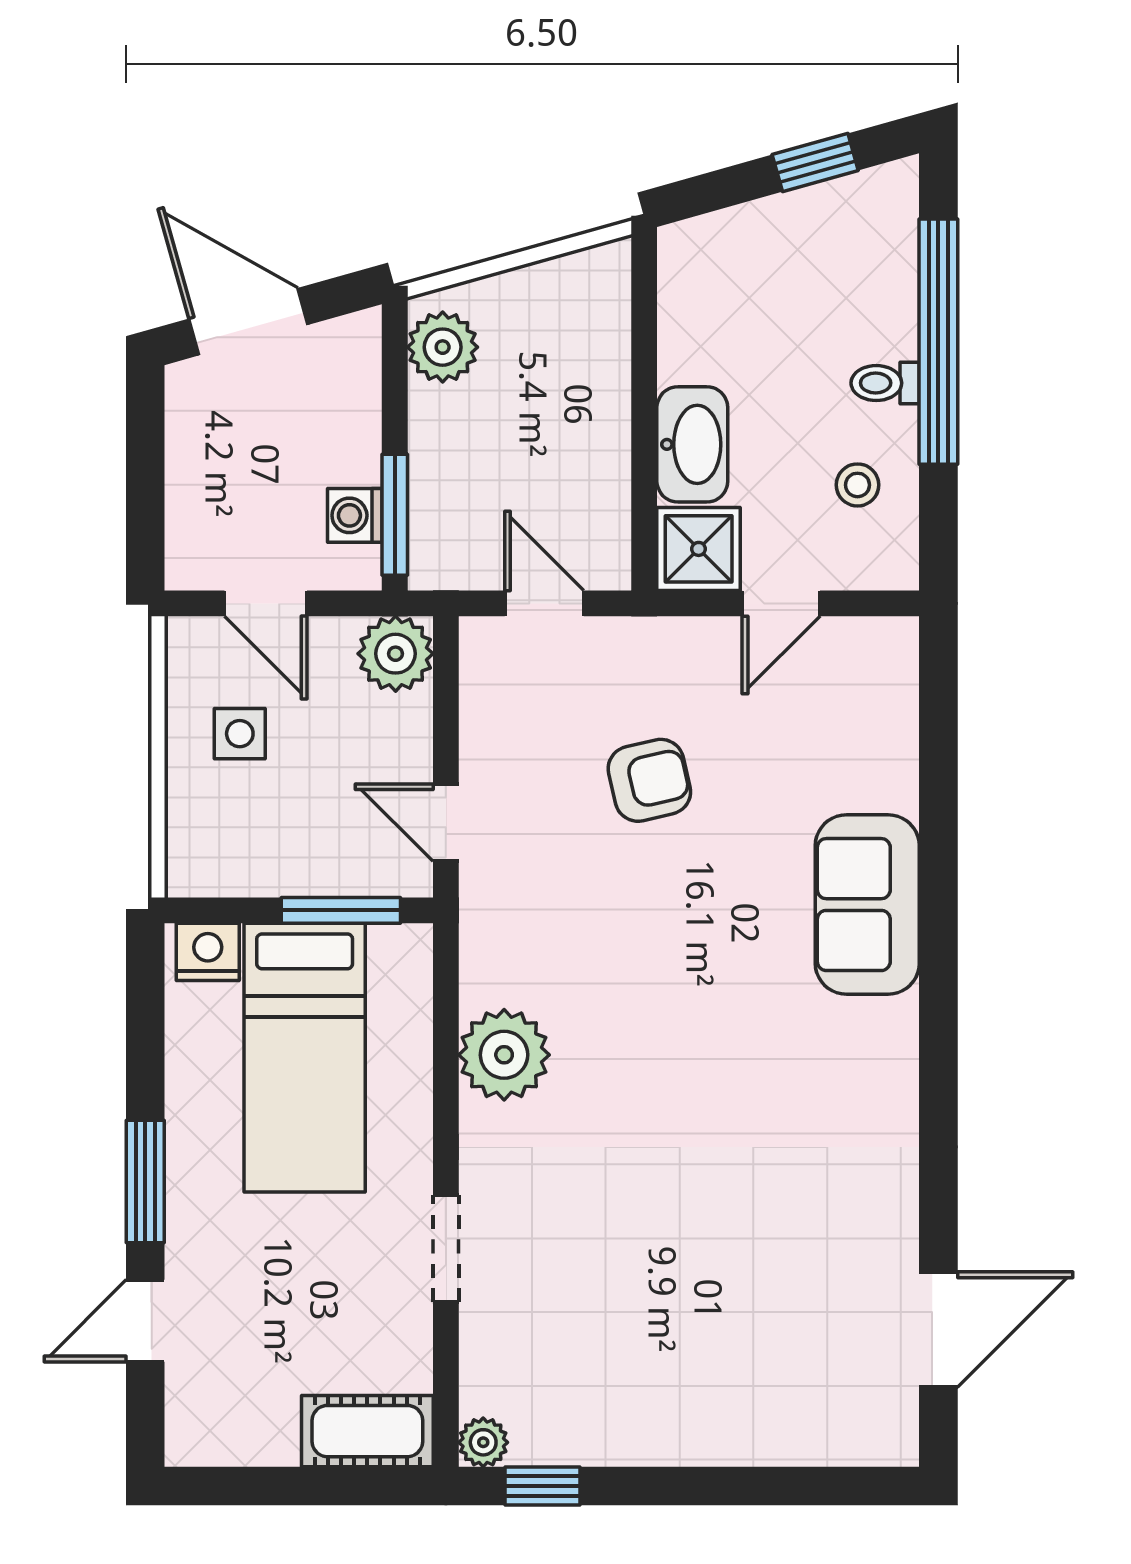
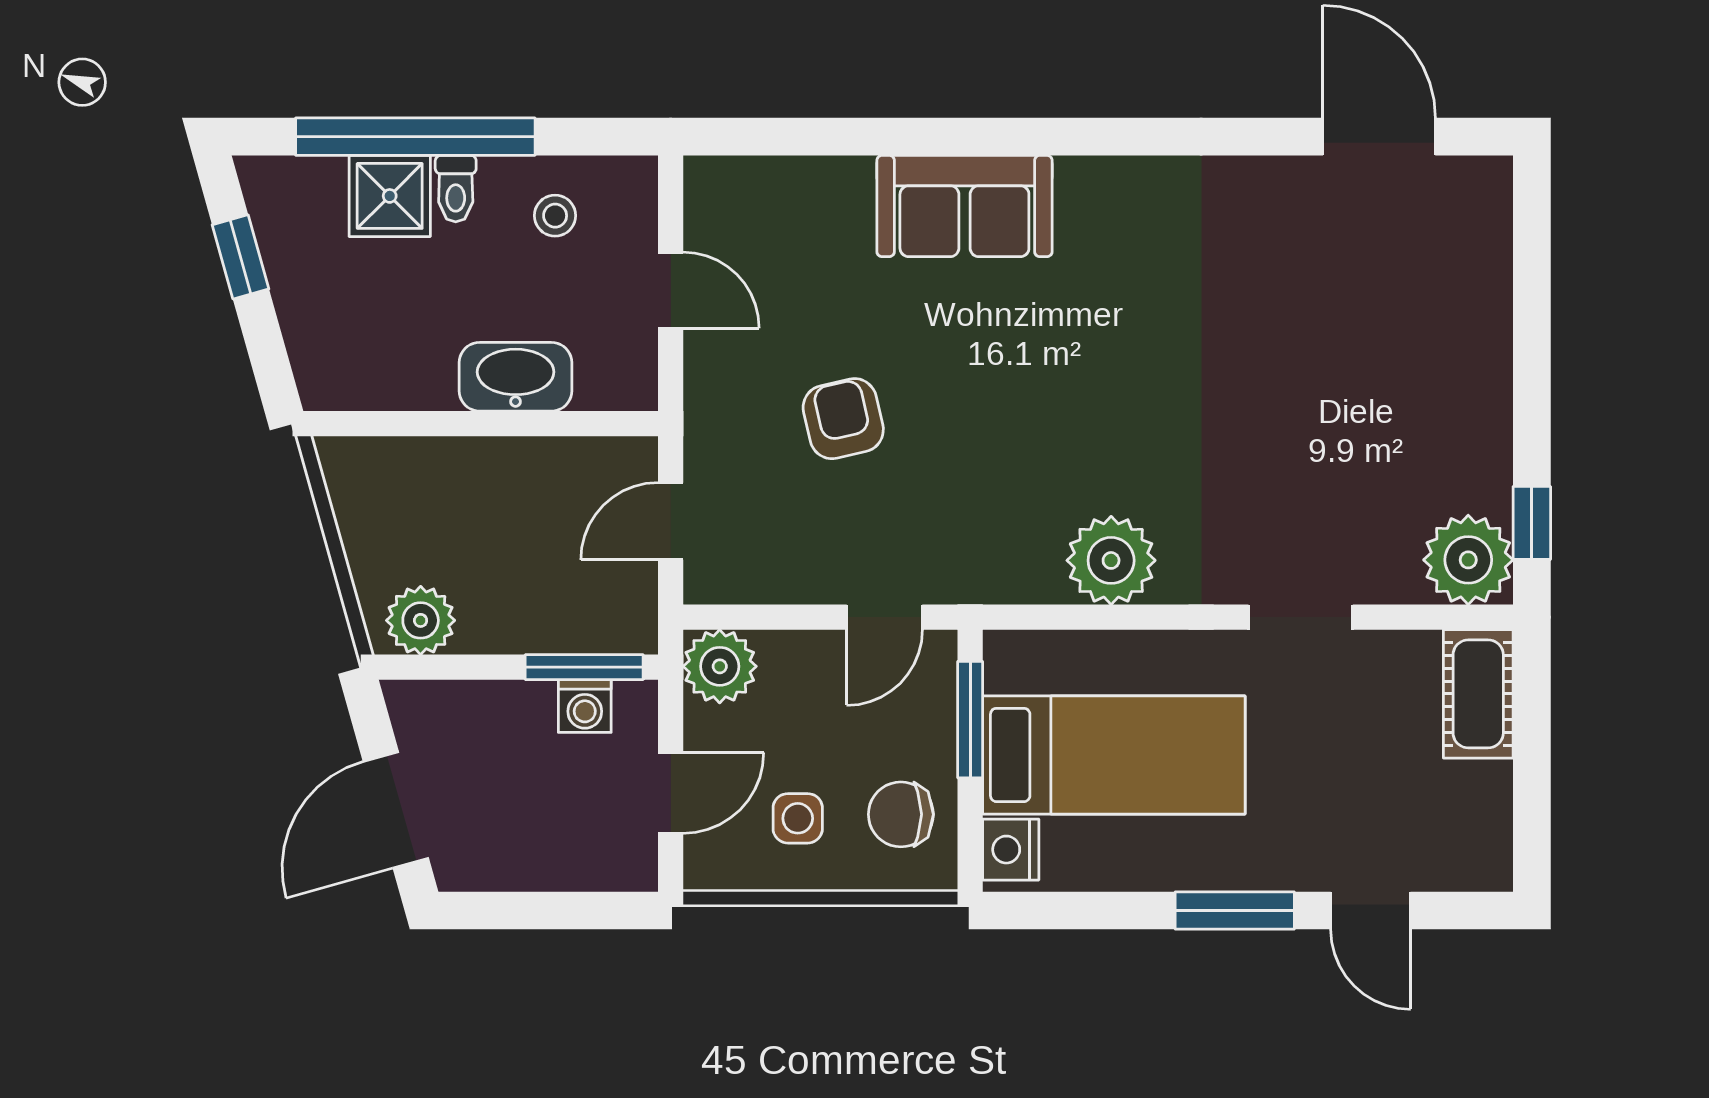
shower: (699, 549) -> (390, 196), moved
chair: (244, 839) -> (901, 814), added
plant: (483, 1442) -> (1468, 560), width x1.87, depth x1.87

